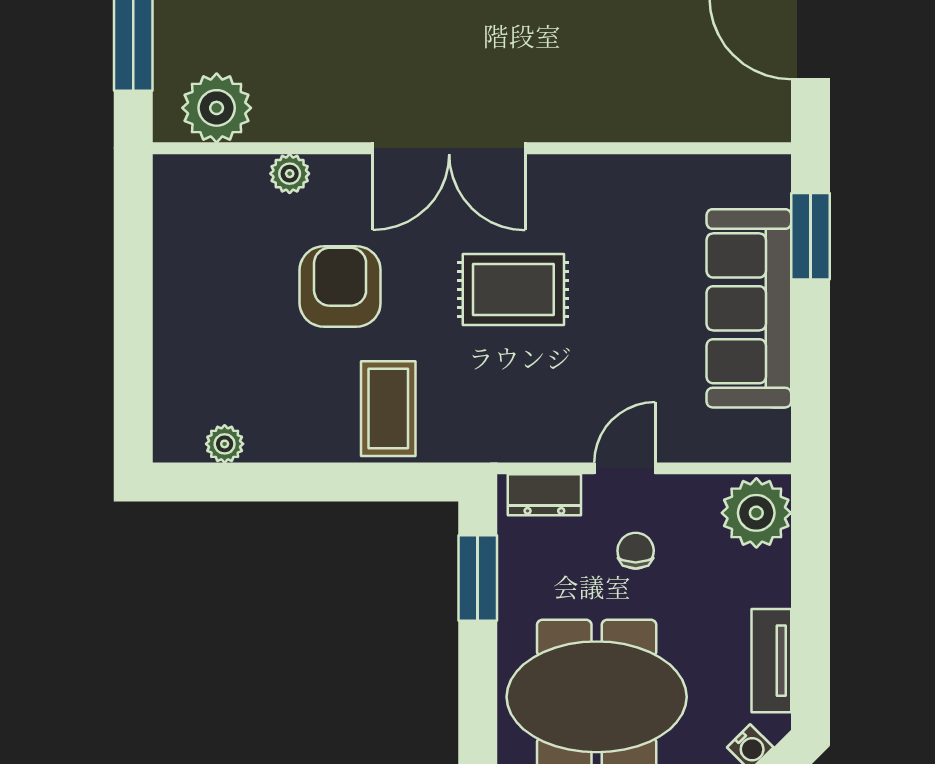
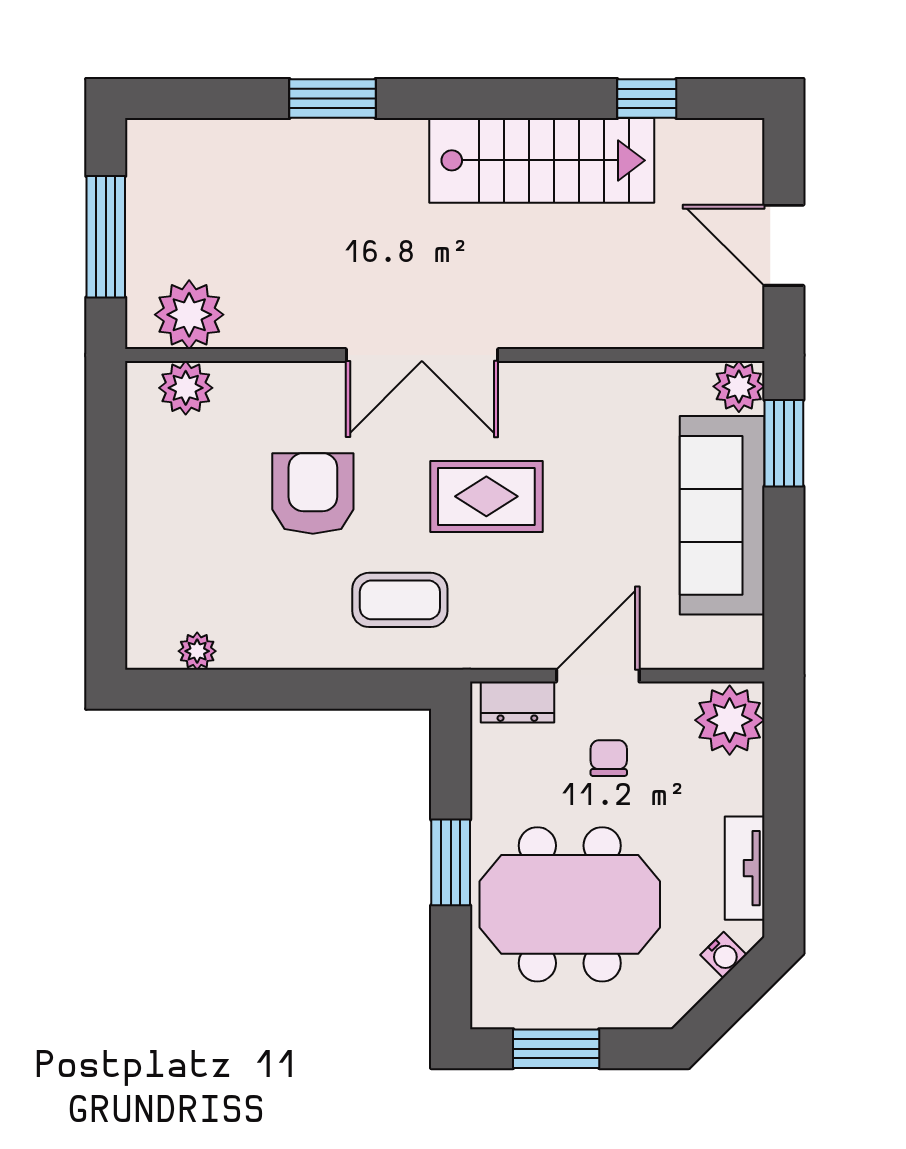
plant: (290, 174) -> (186, 388), moved, width x1.38, depth x1.38
plant: (765, 180) -> (739, 386), added
coffee table: (388, 409) -> (400, 600), moved, turned 90
door: (625, 468) -> (598, 676), width x1.38
window: (478, 578) -> (451, 862), moved

